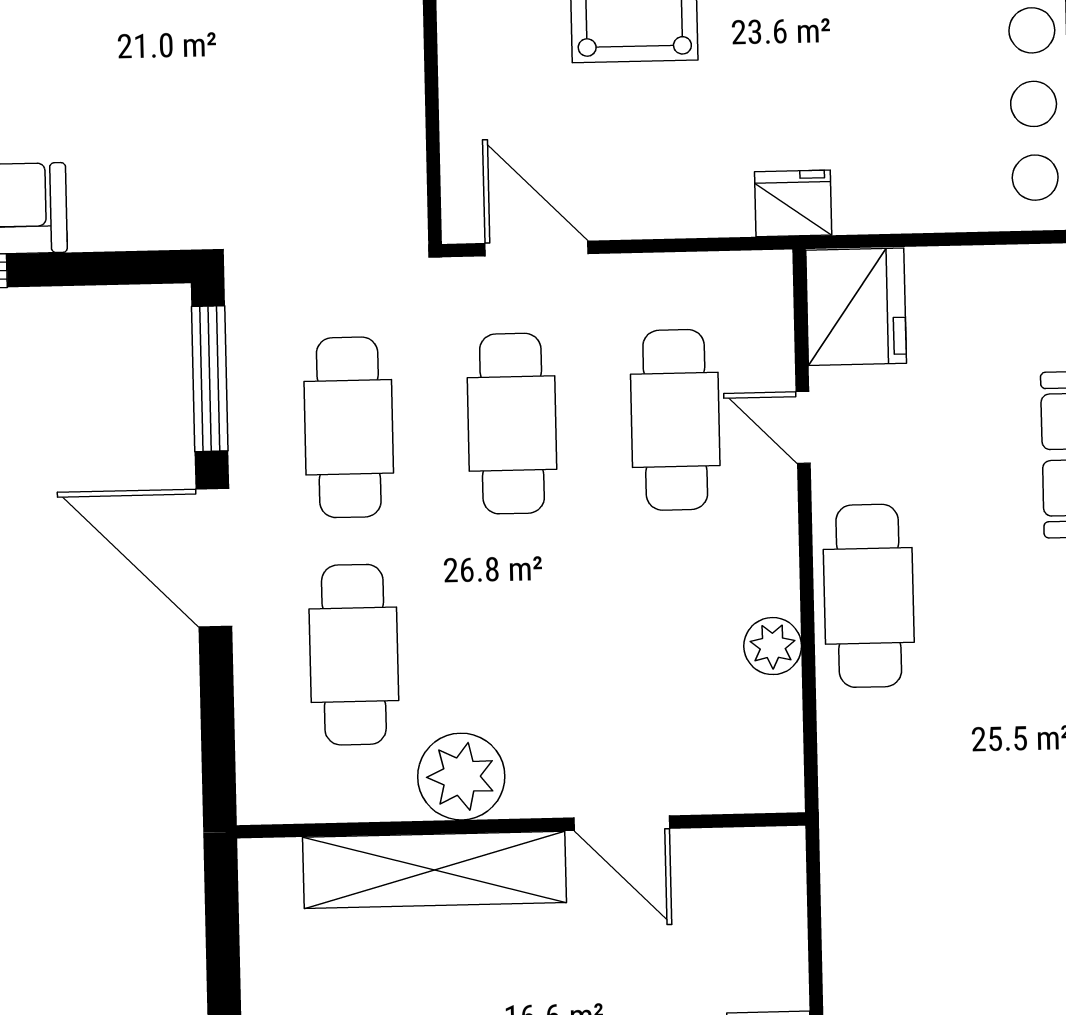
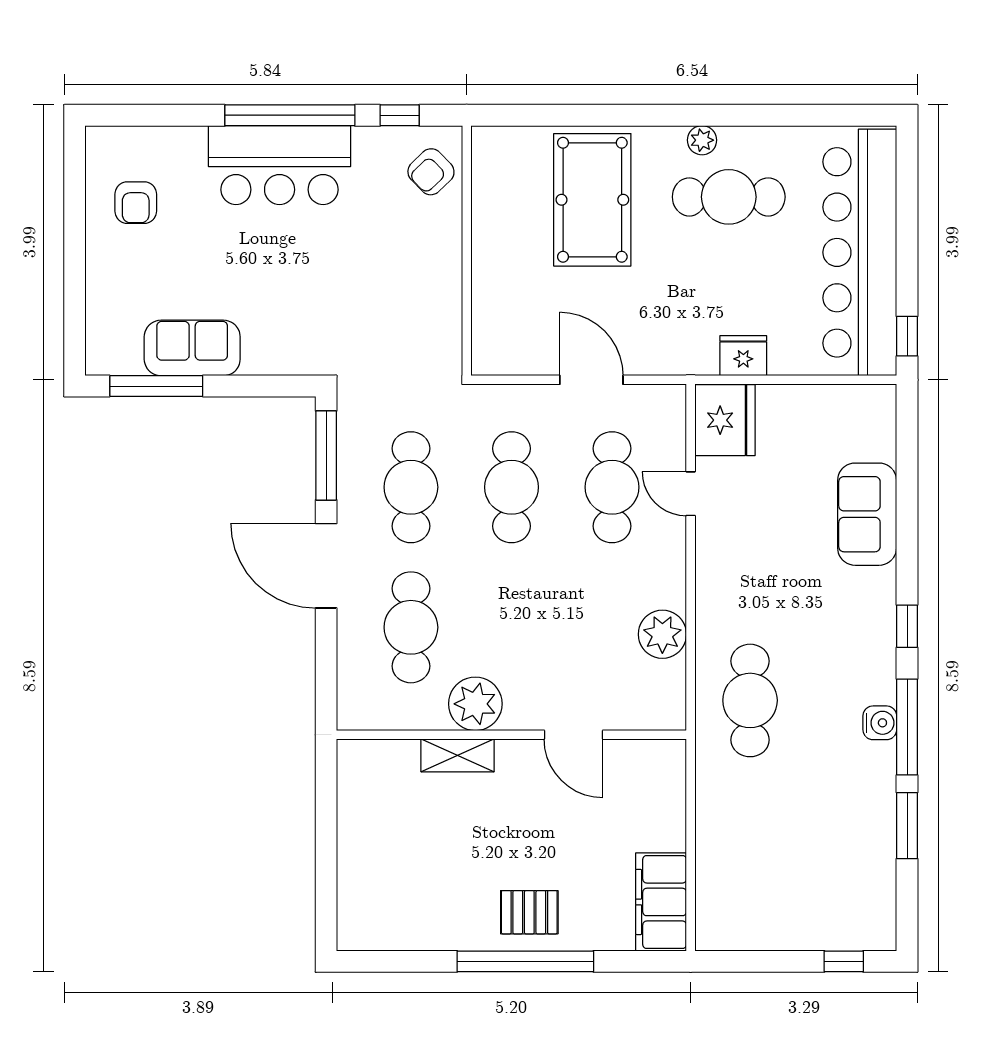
fridge: (793, 203) -> (743, 356), moved
door: (537, 249) -> (591, 380), moved
cafe table: (869, 596) -> (750, 700), moved
plant: (773, 646) -> (662, 634), width x1.36, depth x1.36
shelving: (435, 870) -> (458, 755), width x0.45, depth x0.75

